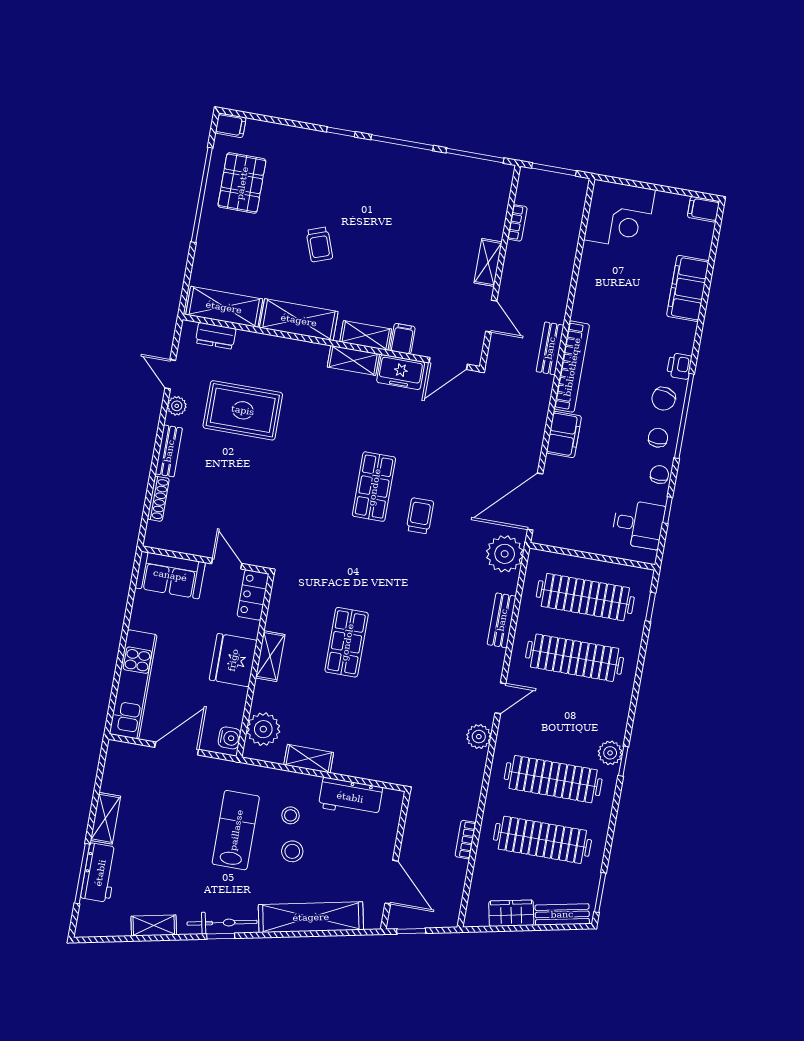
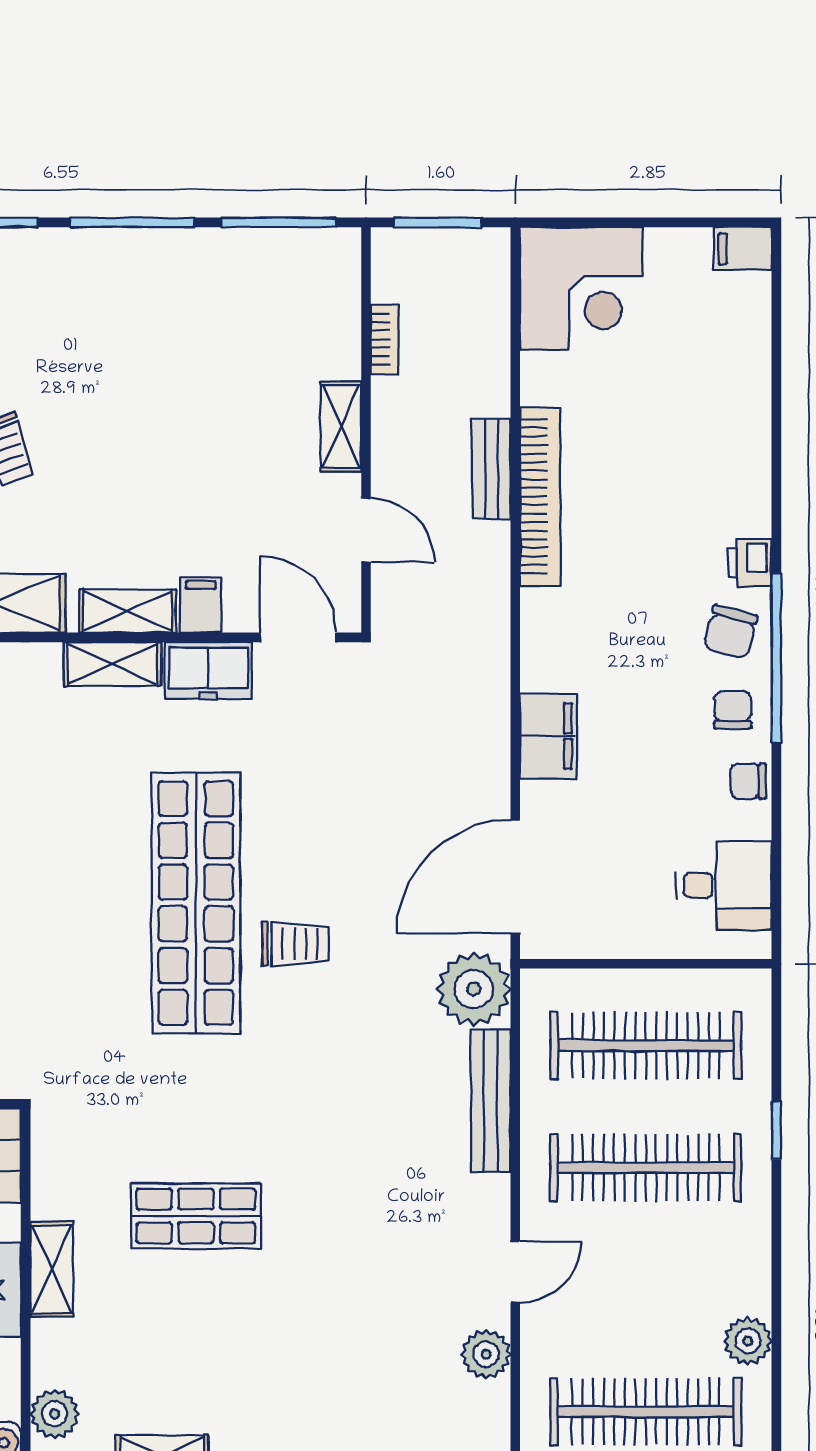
filing cabinet: (688, 288) -> (740, 409), removed
bench: (550, 348) -> (491, 469), moved
door: (448, 364) -> (298, 637), swing flipped
bookcase: (572, 367) -> (540, 496), moved
chair: (659, 475) -> (748, 781), turned -90
shop shelf: (374, 487) -> (196, 903), width x2.00, depth x1.36
window: (668, 510) -> (776, 848), removed
trolley: (420, 516) -> (296, 944), turned 90
window: (650, 607) -> (776, 1130), moved
bench: (502, 620) -> (491, 1101), width x1.36
shop shelf: (347, 642) -> (196, 1216), turned 90
plant: (263, 729) -> (55, 1414), width x0.73, depth x0.73
window: (623, 761) -> (776, 1353), removed

